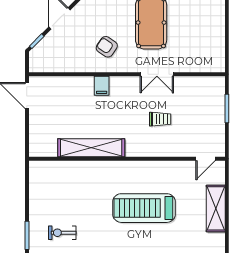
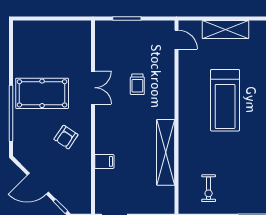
filing cabinet: (102, 86) -> (104, 161), moved
trolley: (160, 119) -> (137, 84), turned 180
exercise bike: (62, 233) -> (209, 188), moved

